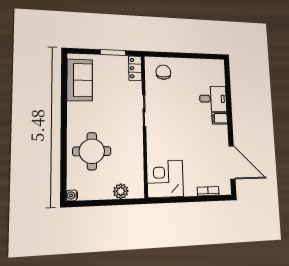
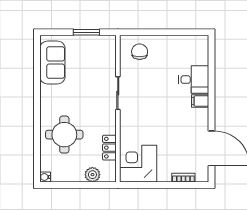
locker: (135, 68) -> (109, 148), moved

